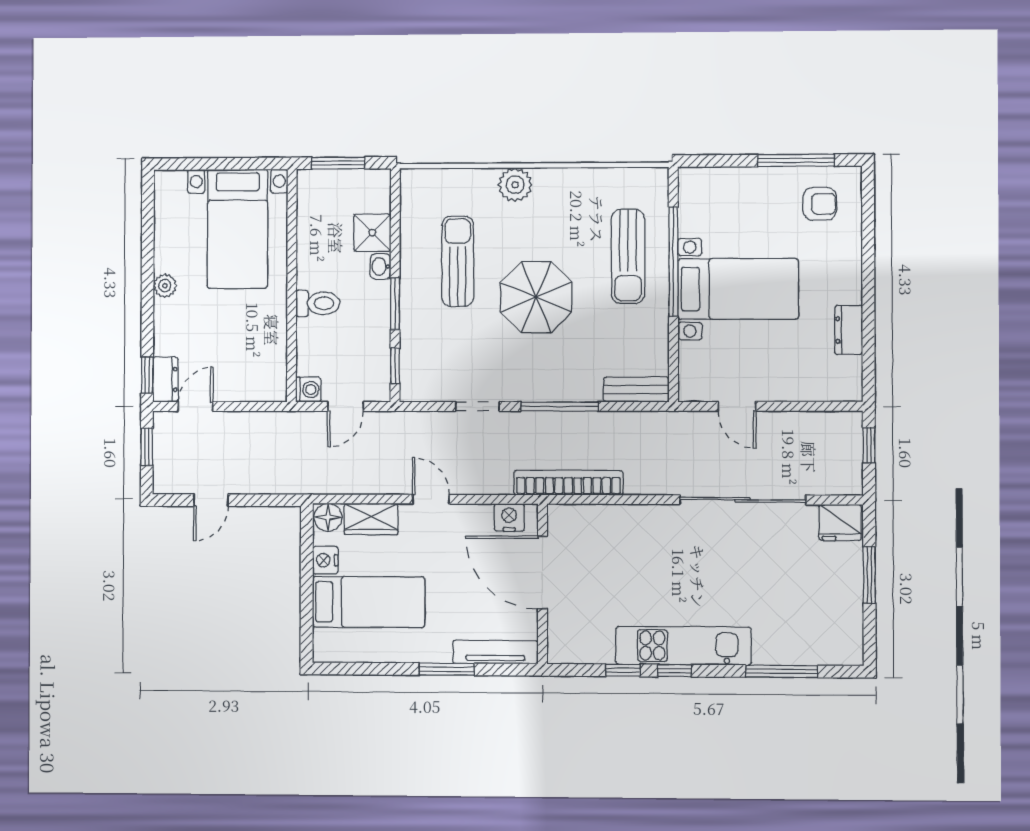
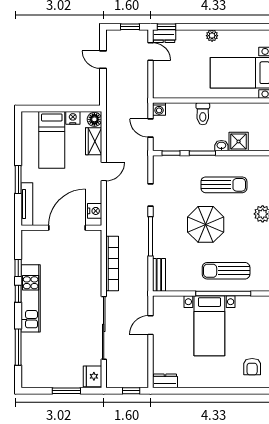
dresser: (849, 330) -> (165, 381), moved
bookcase: (568, 483) -> (112, 264), moved

